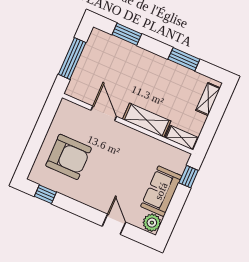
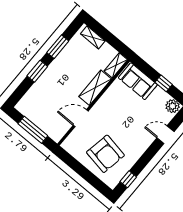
window: (127, 34) -> (37, 71), moved
armchair: (69, 157) -> (105, 154), turned 100
window: (189, 177) -> (164, 83), moved
sofa: (161, 191) -> (138, 81), moved

